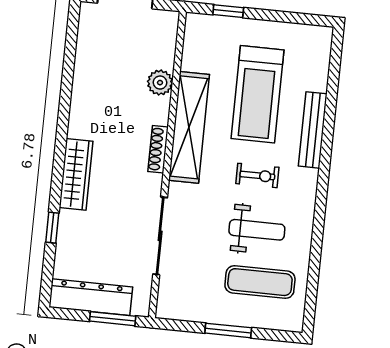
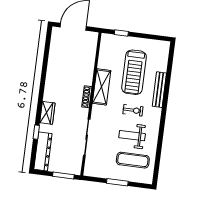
plant: (160, 83) -> (89, 66), removed
shelving: (189, 127) -> (102, 87), width x0.68
wardrobe: (76, 174) -> (47, 113), width x0.67
weight bench: (257, 230) -> (132, 136), turned 180
dresser: (91, 297) -> (43, 151), moved, turned 90

